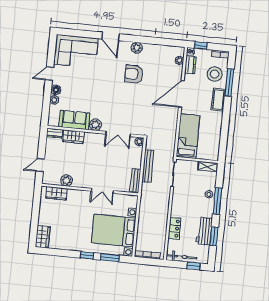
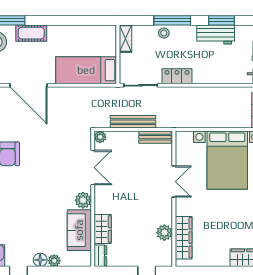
wardrobe: (56, 193) -> (184, 238), width x1.50
locker: (174, 228) -> (177, 76), moved

